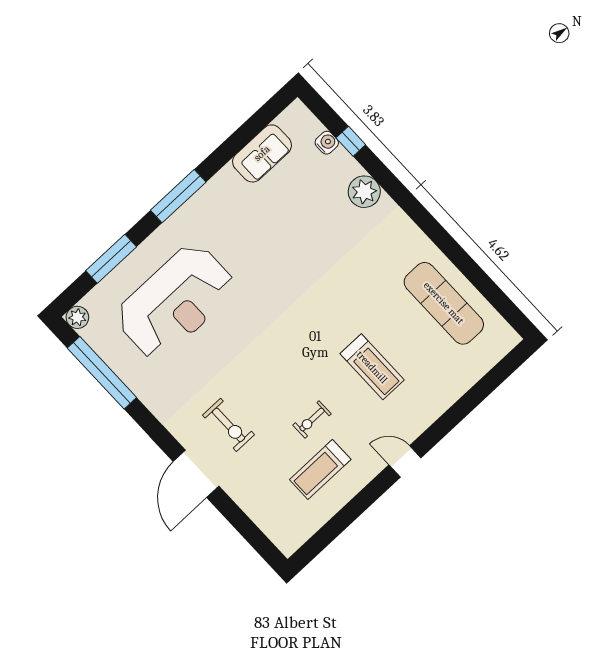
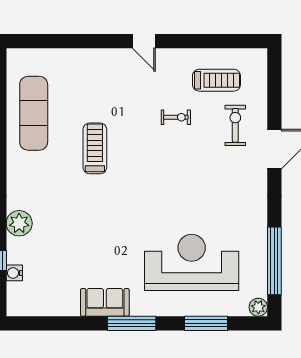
sofa: (262, 153) -> (105, 302), moved
treadmill: (372, 367) -> (95, 148), moved
exercise bike: (229, 425) -> (235, 125), moved
treadmill: (320, 469) -> (216, 80), moved

